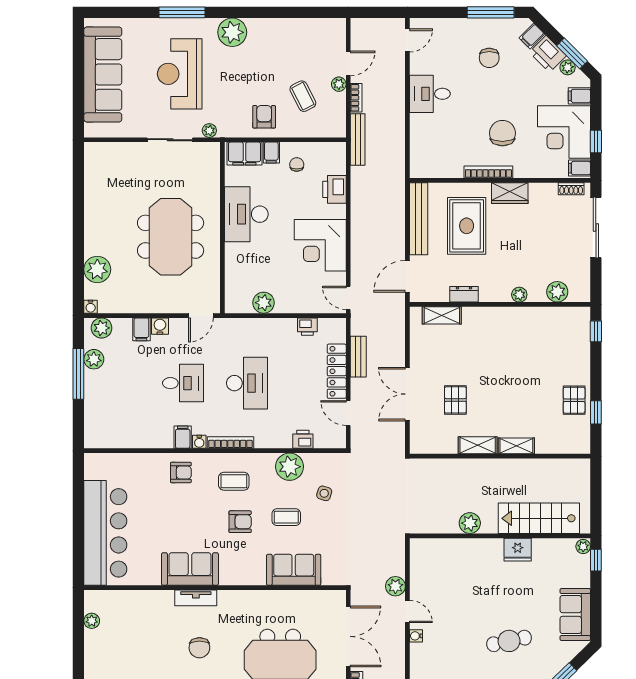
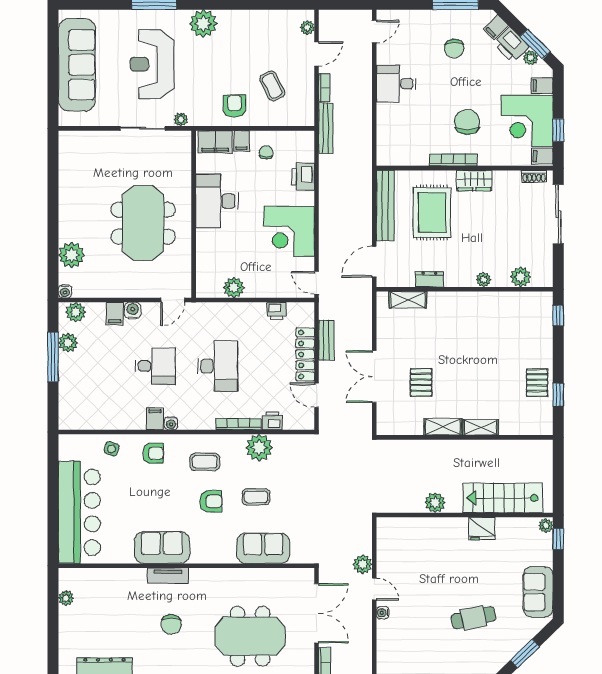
plant: (339, 84) -> (307, 28), moved
bookcase: (230, 443) -> (238, 424), moved
side table: (324, 493) -> (112, 449), moved

